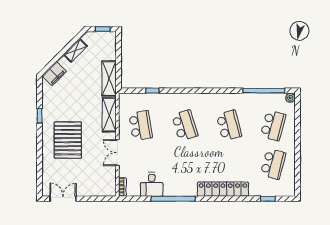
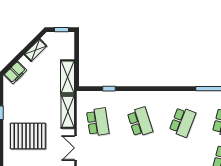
school desk: (229, 125) -> (182, 122), turned 36
pallet: (68, 140) -> (28, 136), turned 90

